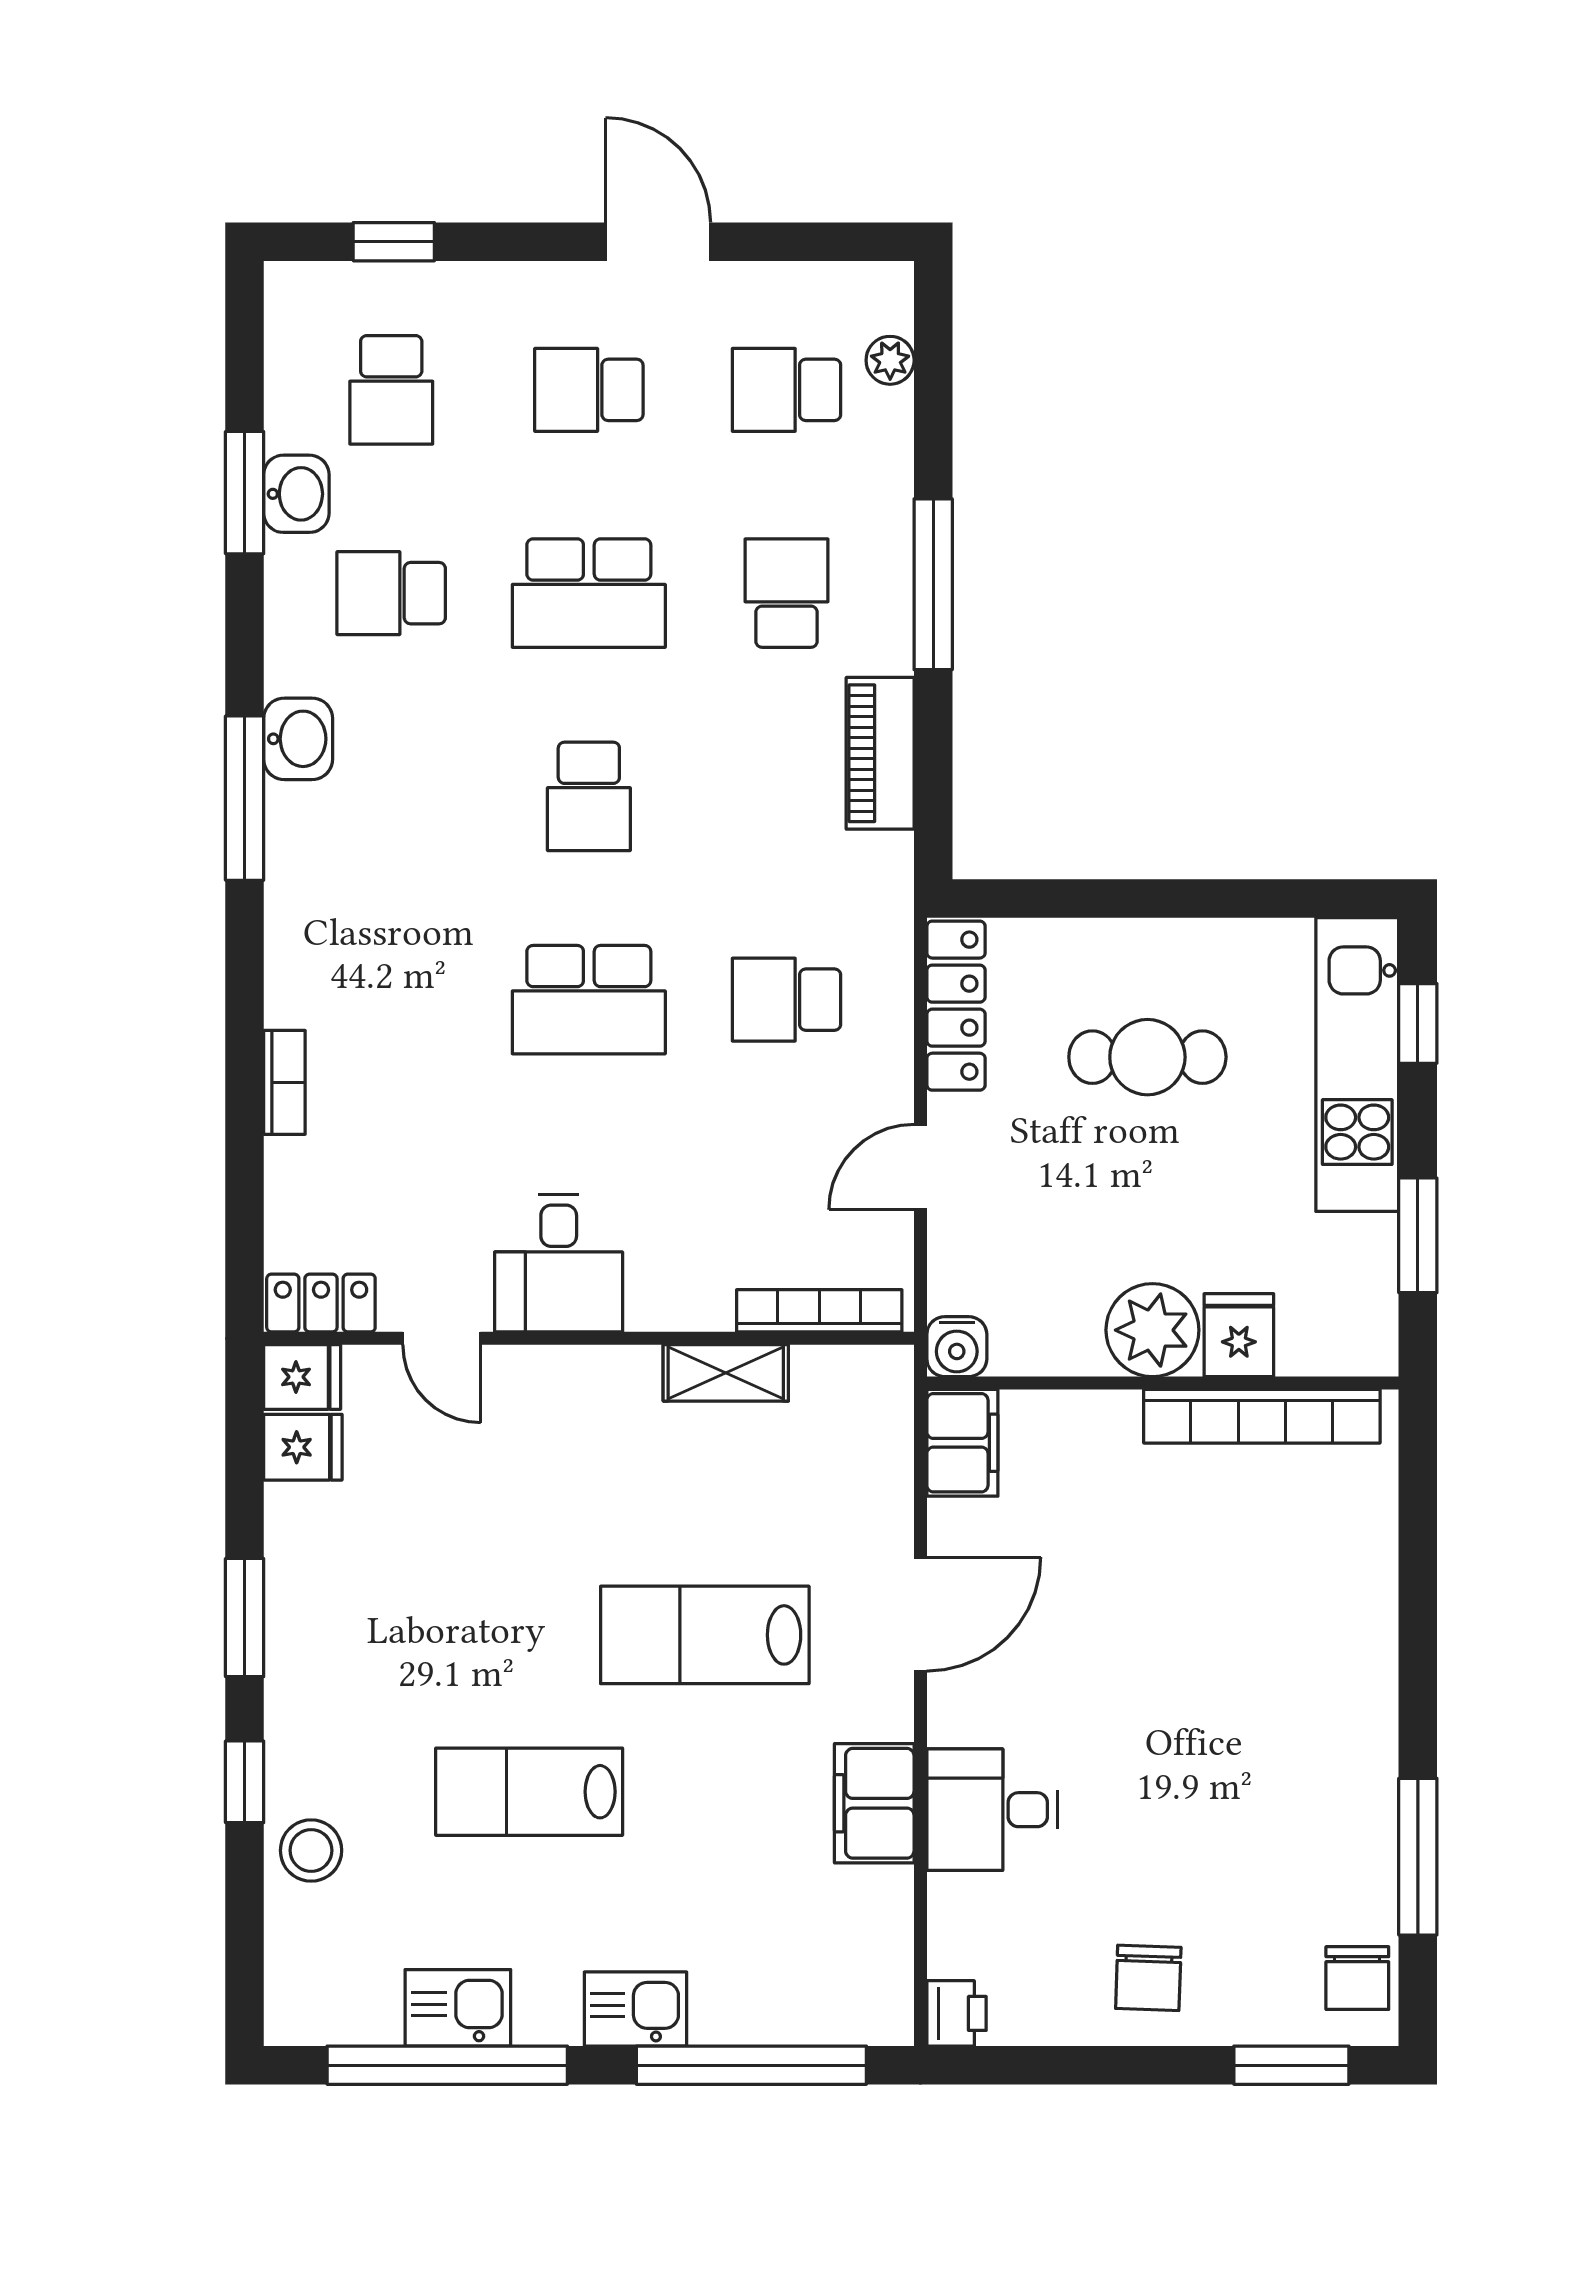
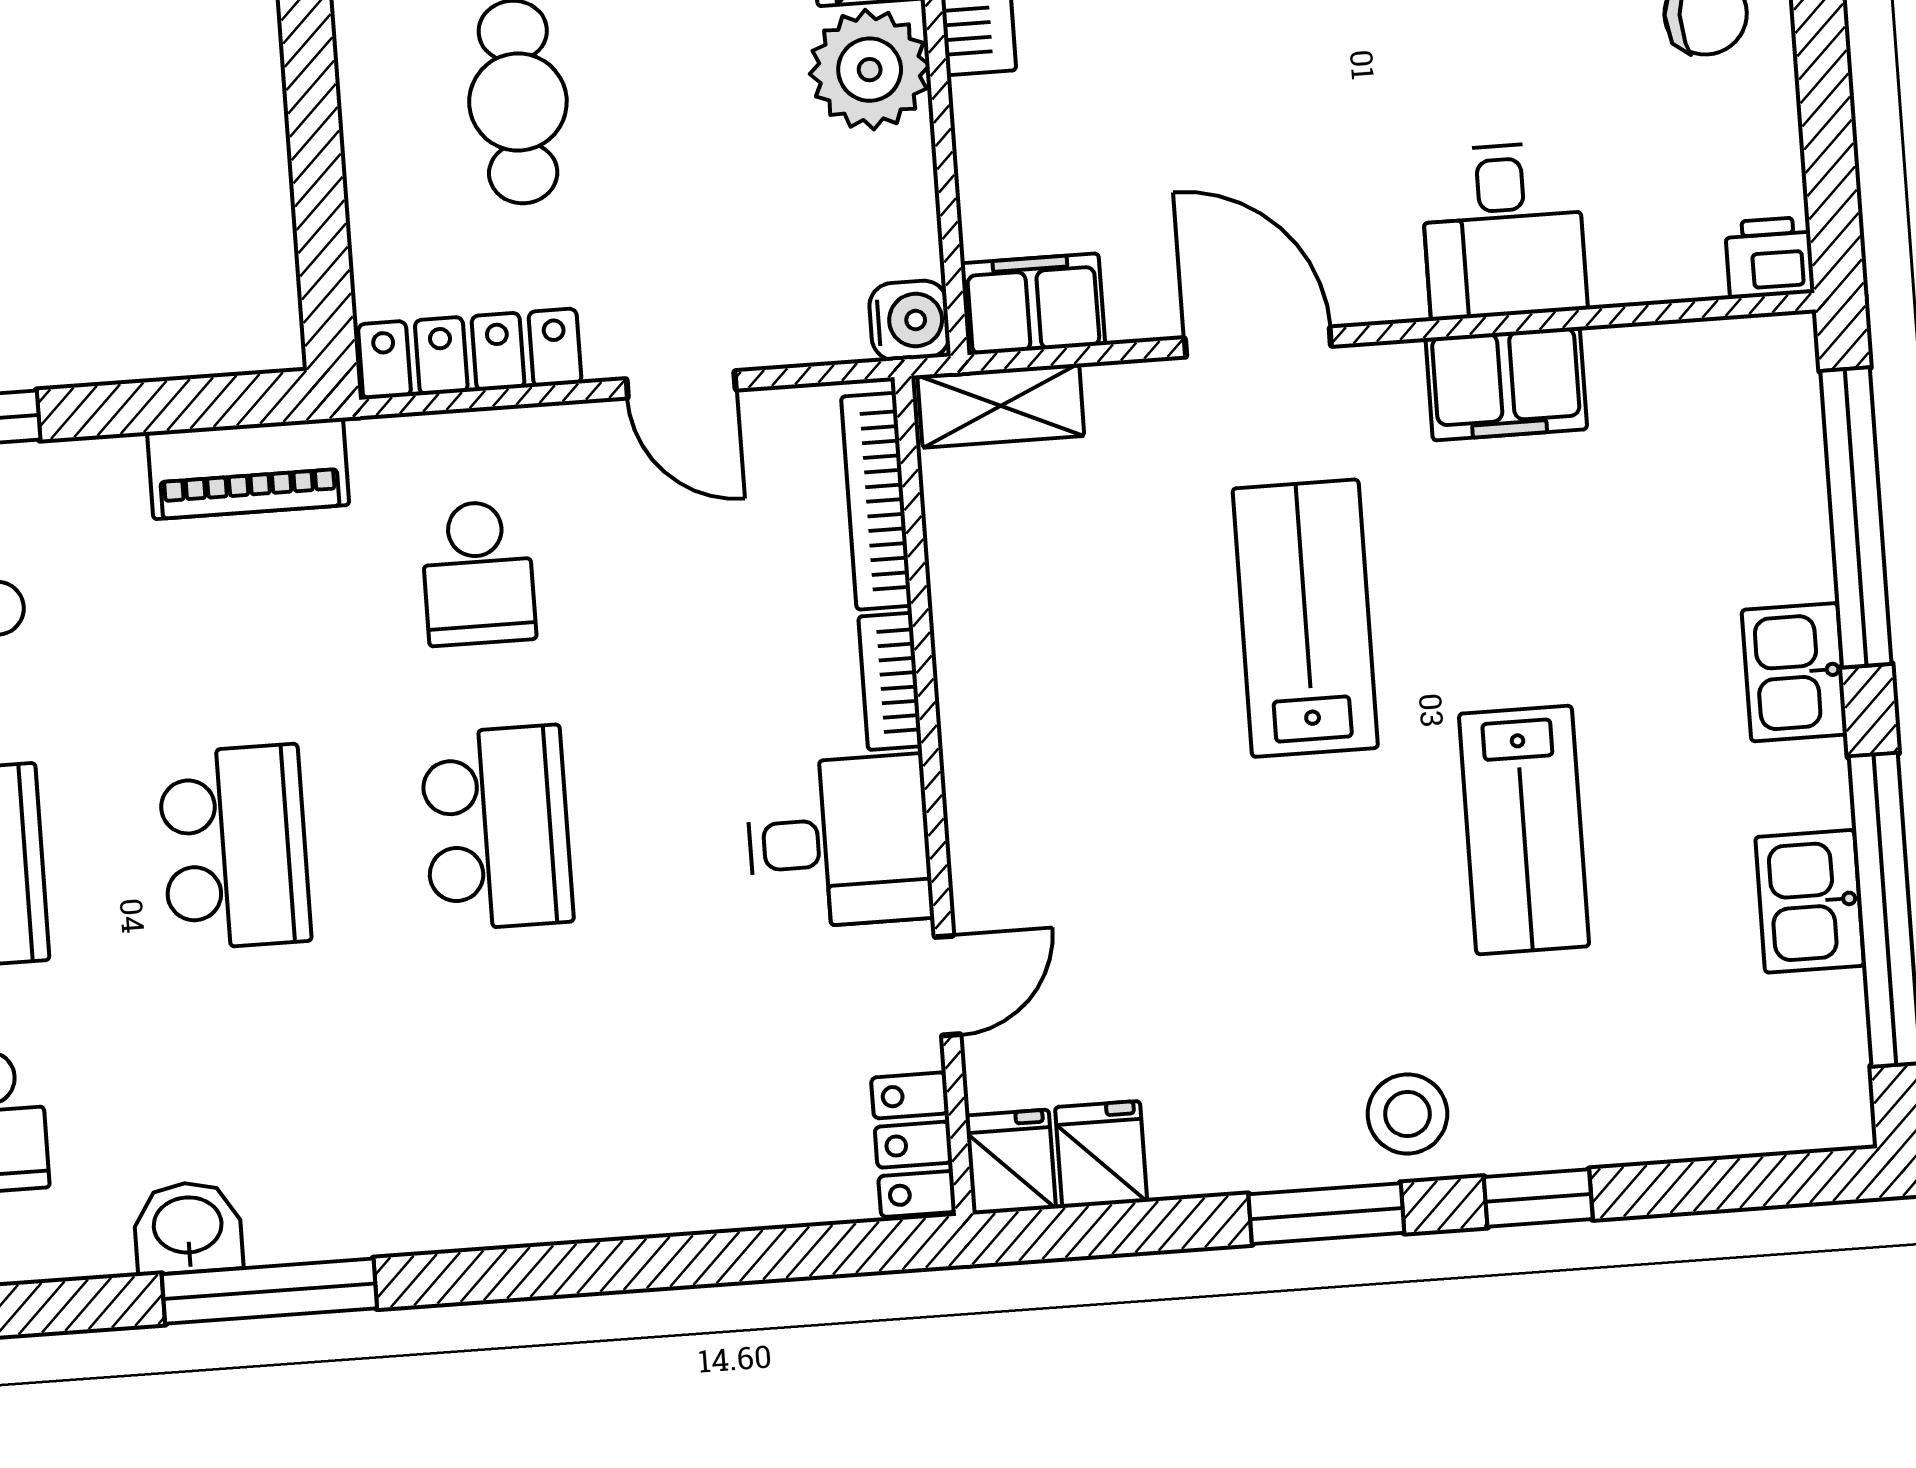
piano: (880, 753) -> (248, 468), moved
school desk: (589, 796) -> (235, 847), width x1.85
bookcase: (284, 1082) -> (890, 681), moved, turned -90
shelving: (726, 1373) -> (1001, 406), moved, turned 90
lab bench: (705, 1635) -> (1305, 618), turned 180
stool: (311, 1850) -> (1407, 1114), moved

